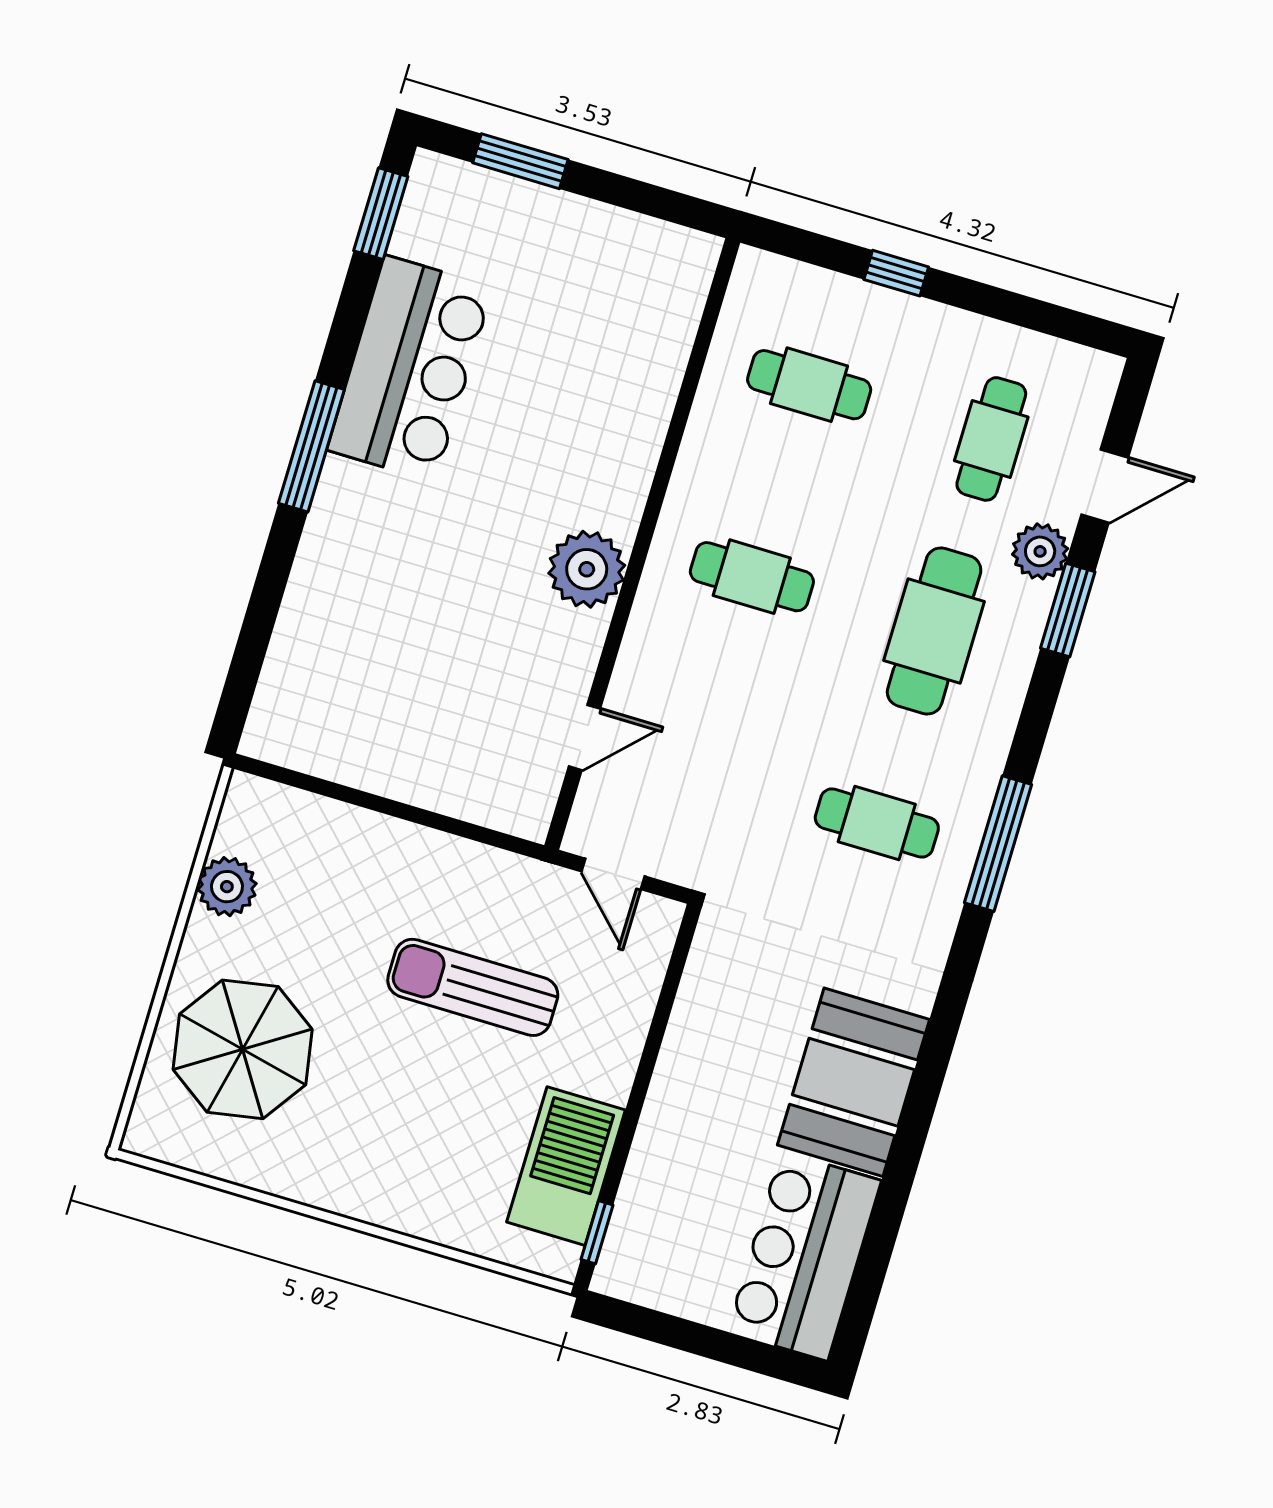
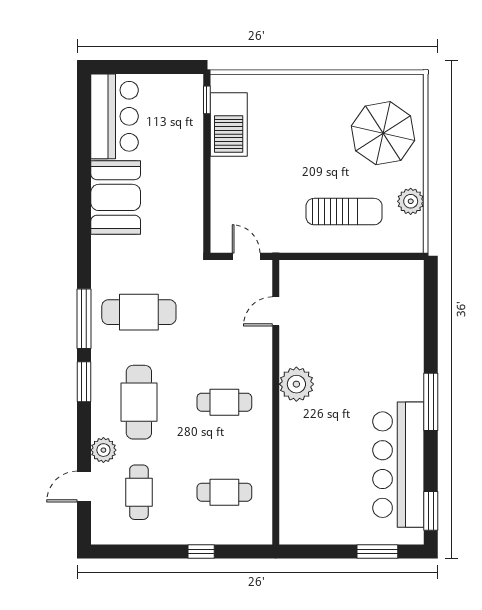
bar counter: (410, 368) -> (398, 465), width x1.36
window: (1068, 610) -> (84, 382), moved
cafe table: (877, 823) -> (139, 312), width x1.37, depth x1.35
sun lounger: (473, 987) -> (344, 212), moved

